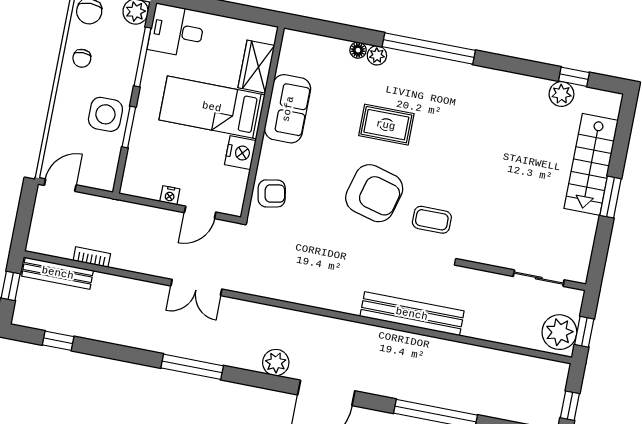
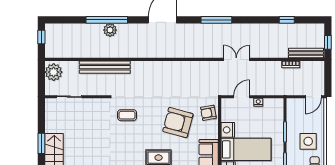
side table: (105, 114) -> (308, 141), moved
armchair: (374, 193) -> (178, 123), moved
bench: (412, 314) -> (105, 67), moved
window: (584, 332) -> (41, 75), removed
window: (58, 341) -> (287, 20), moved
plant: (276, 363) -> (110, 30), moved
window: (192, 367) -> (216, 20), moved

